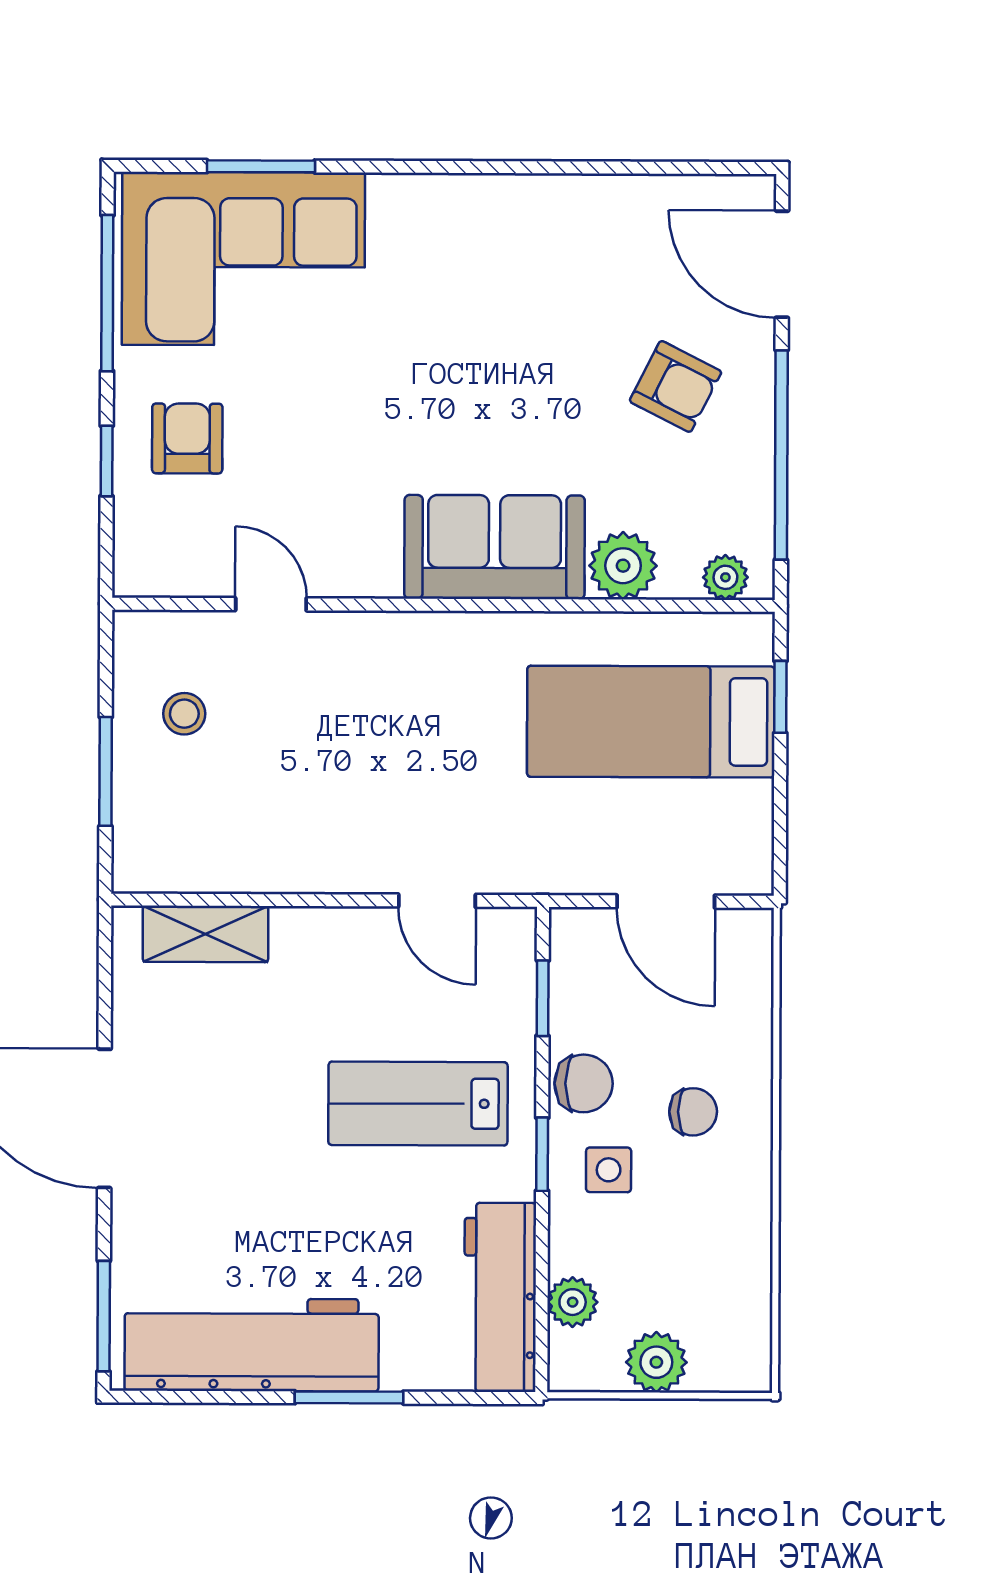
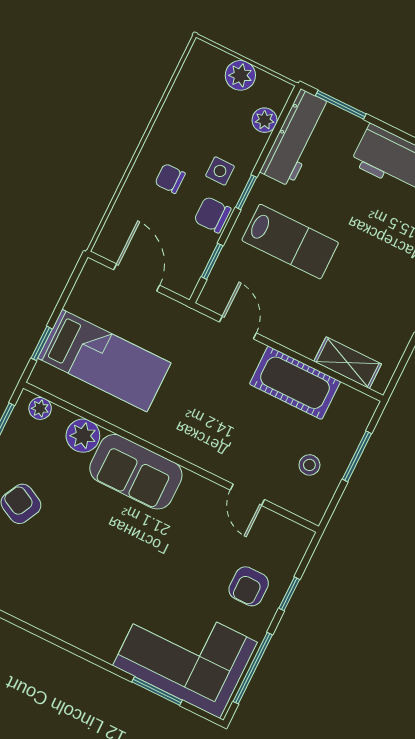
cot: (284, 851) -> (295, 383), added
window: (349, 1397) -> (341, 105), moved

